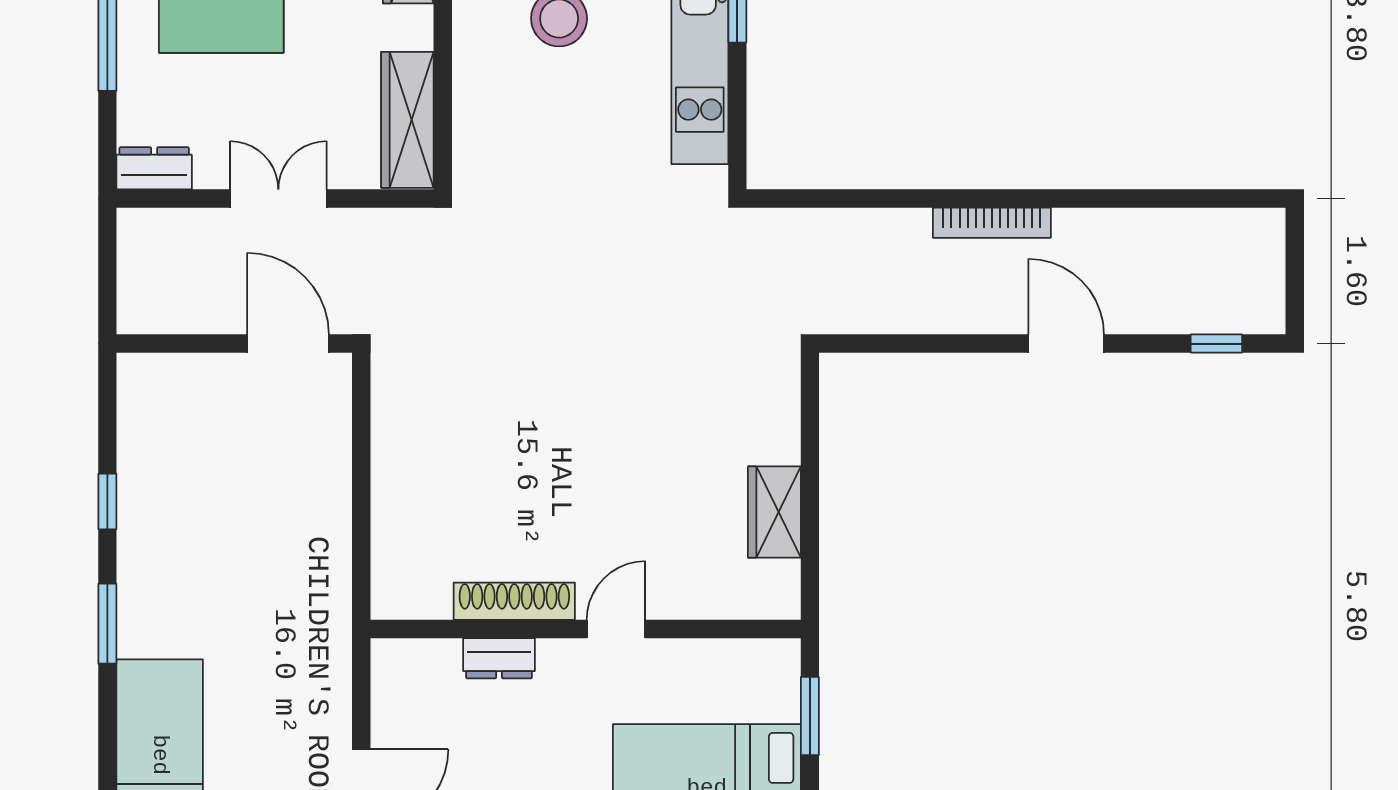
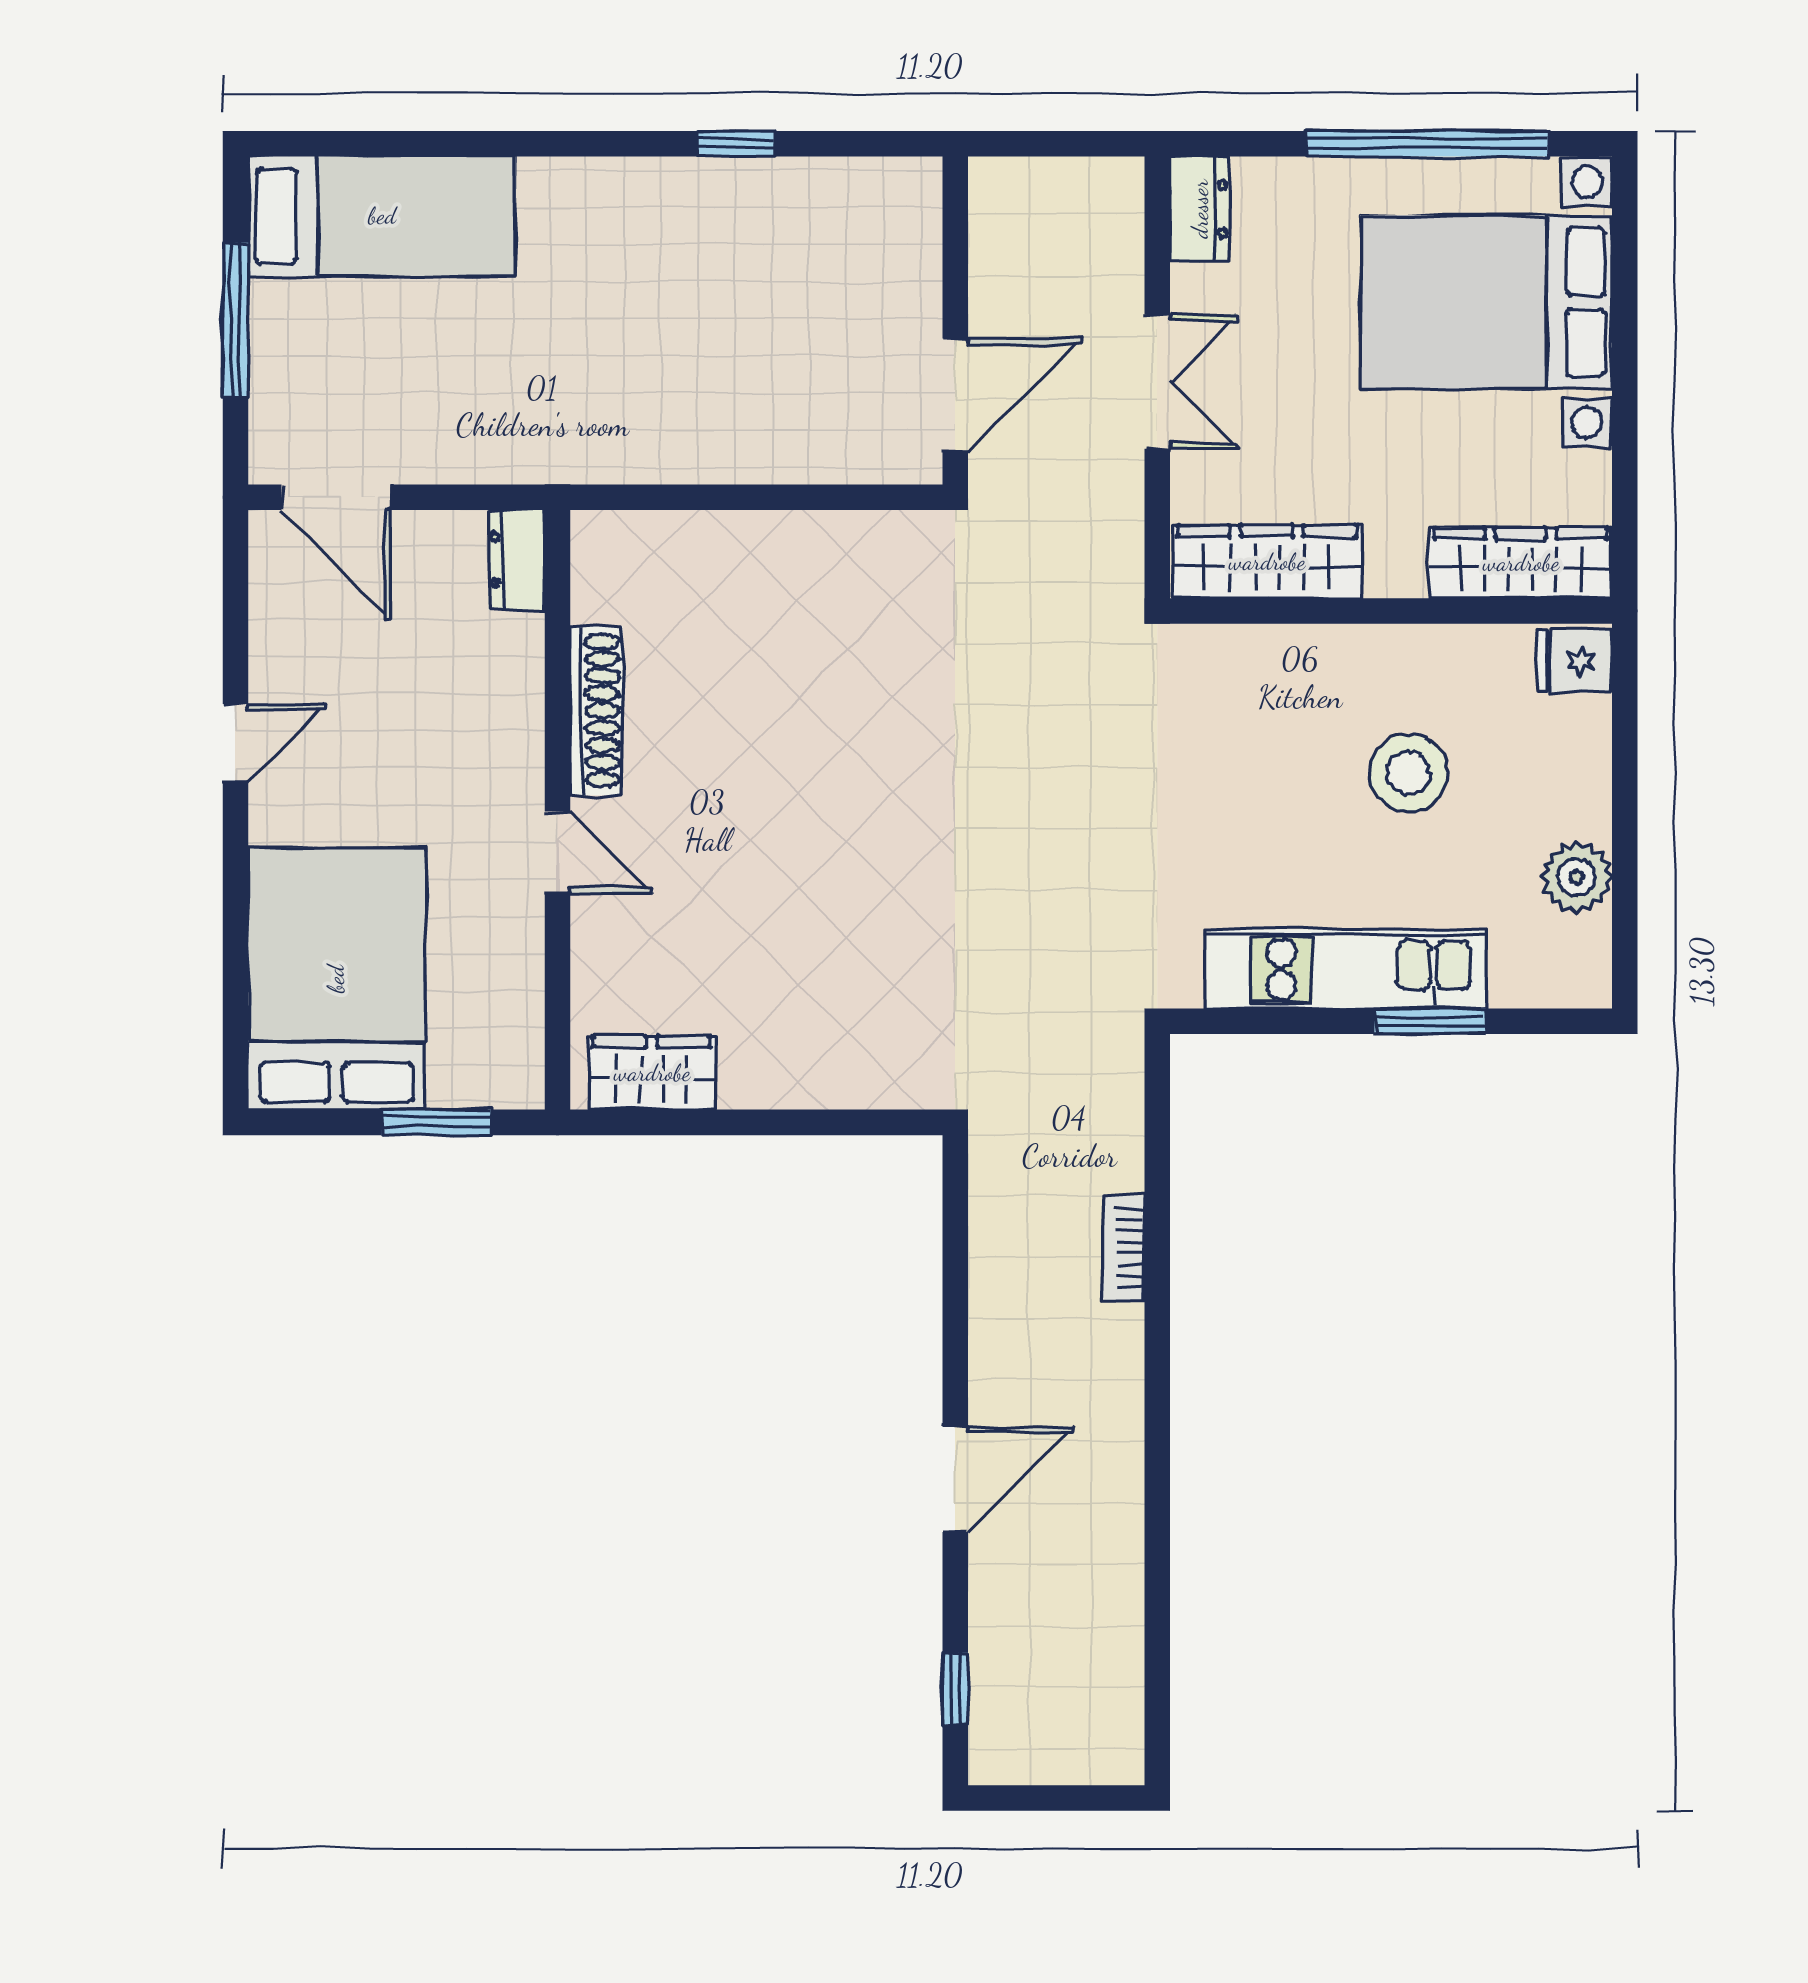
bookcase: (992, 223) -> (1124, 1248), moved, width x0.64
wardrobe: (774, 512) -> (652, 1073), moved
window: (107, 624) -> (565, 144), removed
dresser: (499, 658) -> (517, 560), moved

